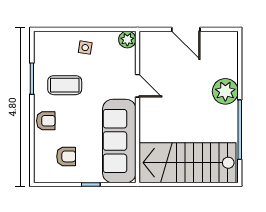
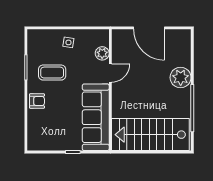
door: (186, 29) -> (149, 28), width x1.36
plant: (127, 40) -> (102, 53), moved
door: (138, 86) -> (110, 73), hinge flipped
armchair: (66, 156) -> (53, 130), removed

